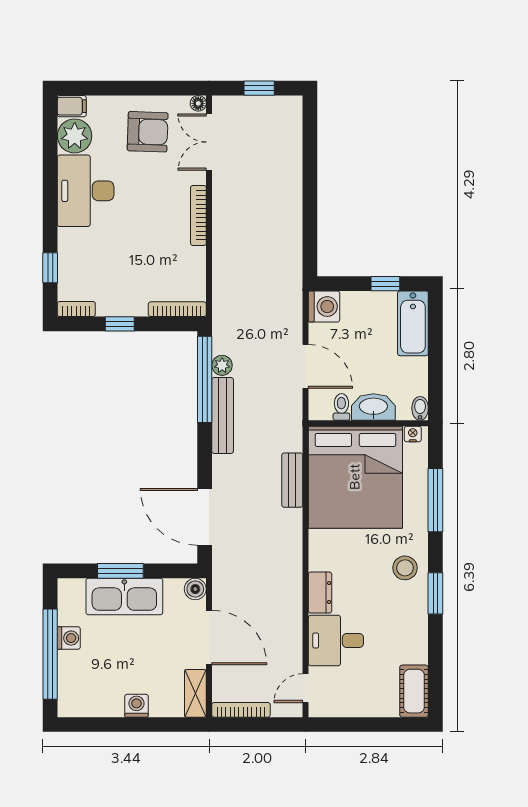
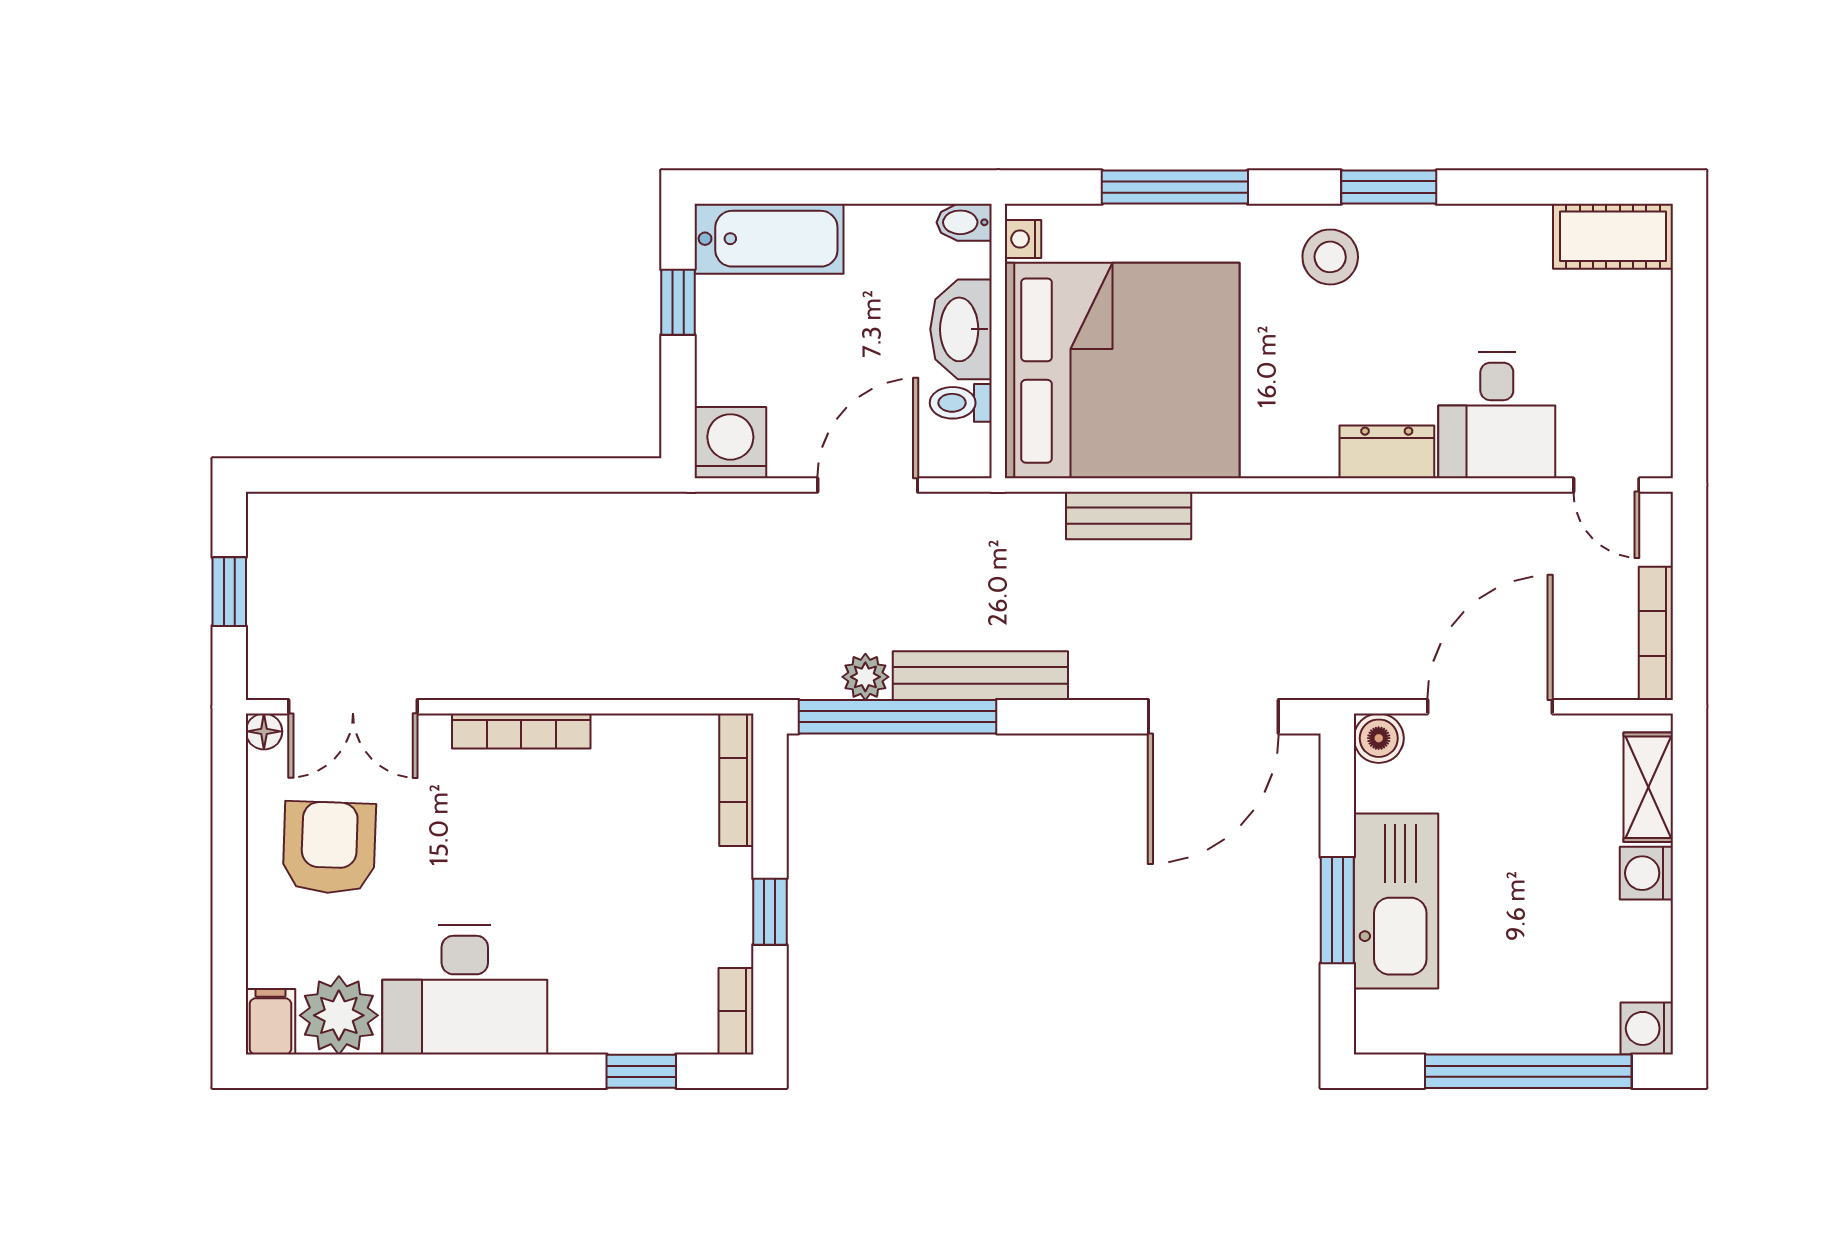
washing machine: (69, 638) -> (1647, 1028), moved, turned -90
shelving: (195, 693) -> (1648, 787), moved, turned 90

